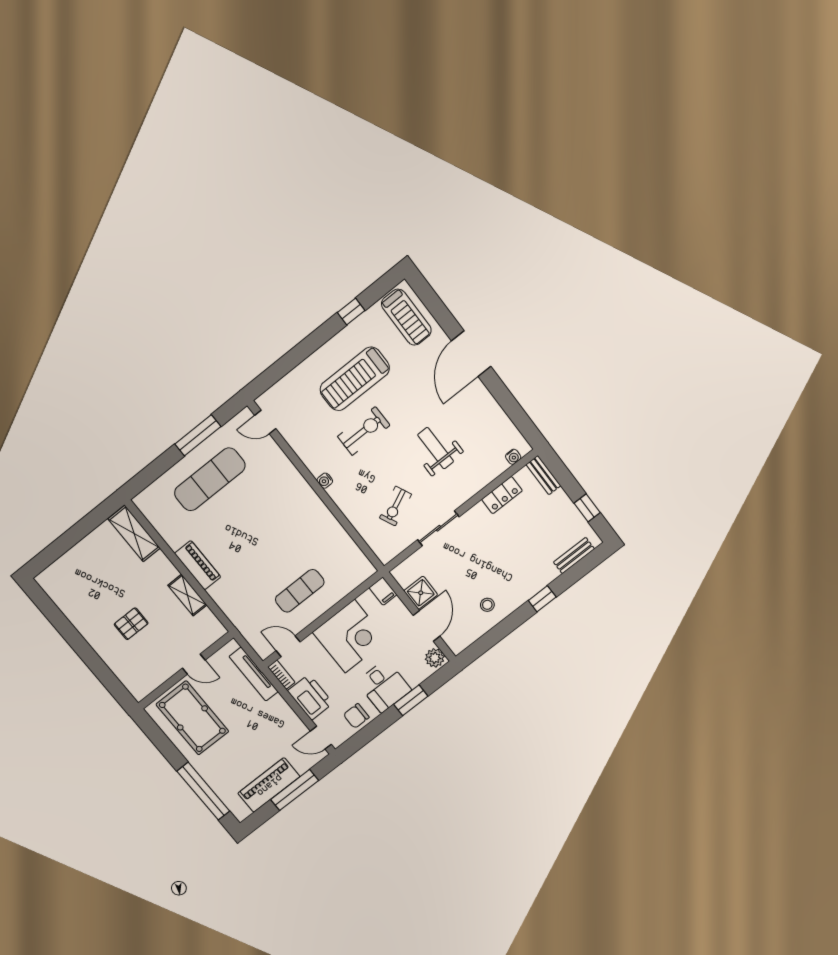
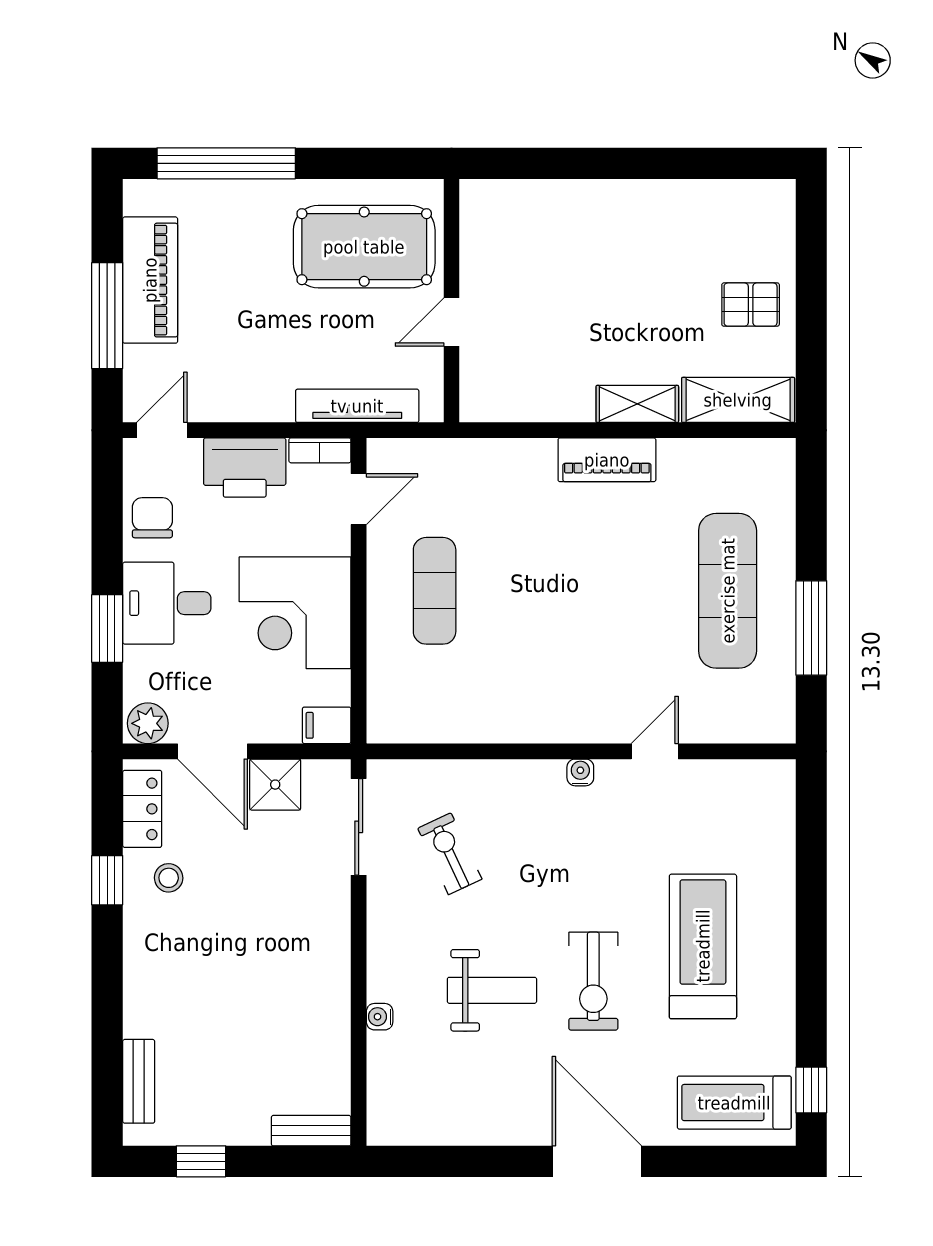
window: (351, 312) -> (811, 1090), moved
door: (265, 422) -> (655, 751), moved
exercise bike: (364, 431) -> (593, 981), moved
water cooler: (513, 457) -> (380, 1017), moved
locker: (502, 495) -> (142, 809), moved, turned 180
sliding door: (438, 528) -> (359, 827), moved
shelving: (187, 595) -> (637, 404), moved
window: (542, 599) -> (107, 880), moved
pallet: (131, 624) -> (751, 305), moved, turned 90

